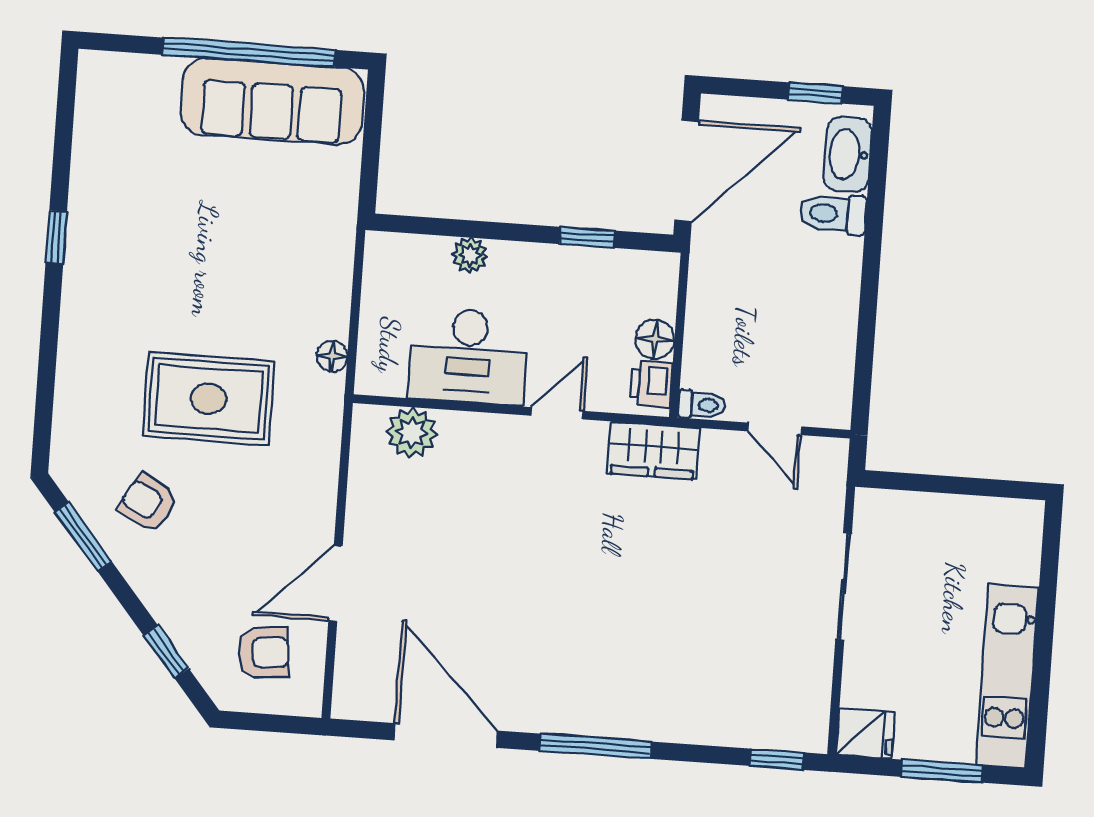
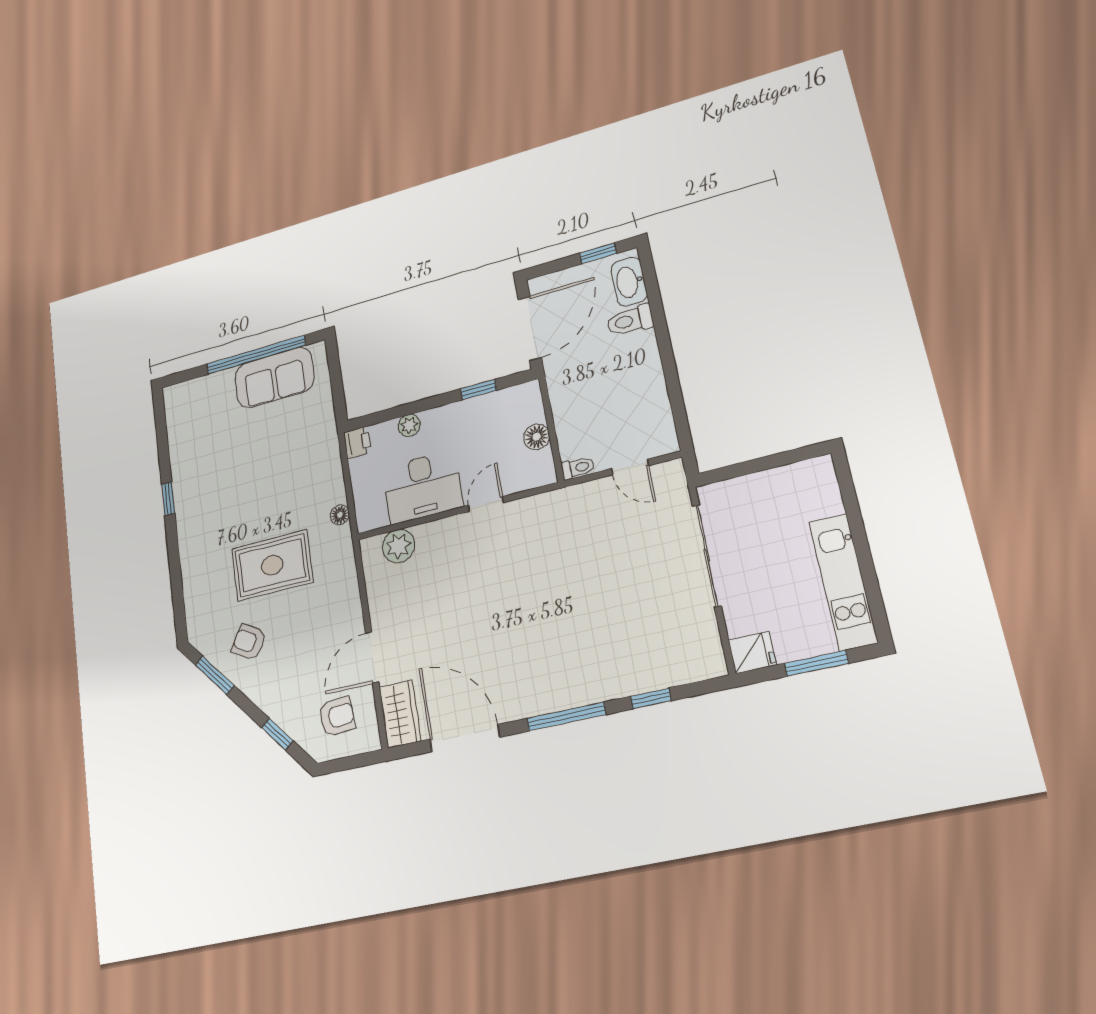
sofa: (272, 101) -> (274, 377), width x0.73
printer: (651, 384) -> (357, 443), moved, turned 180
wardrobe: (653, 451) -> (400, 714), moved, turned -90
sliding door: (844, 586) -> (707, 555), width x1.37
window: (777, 759) -> (651, 699), moved

